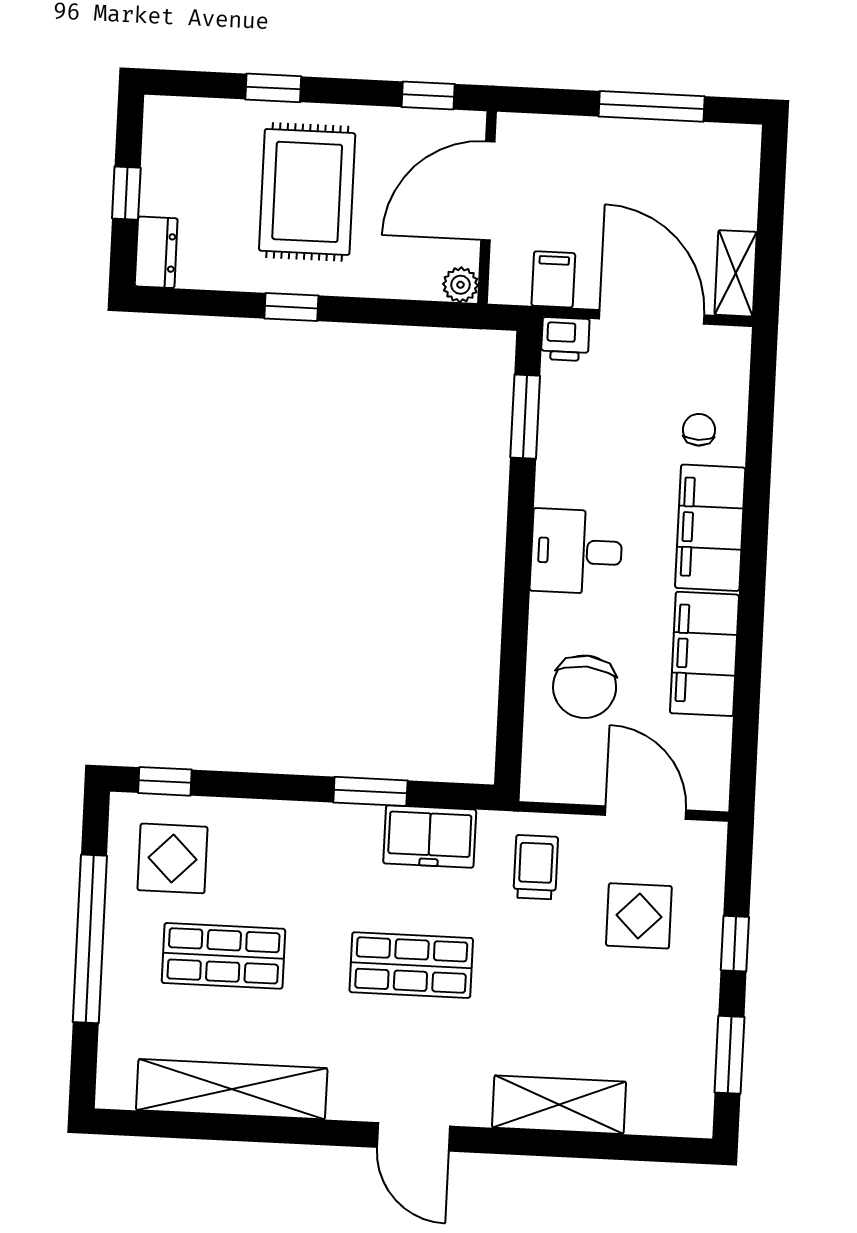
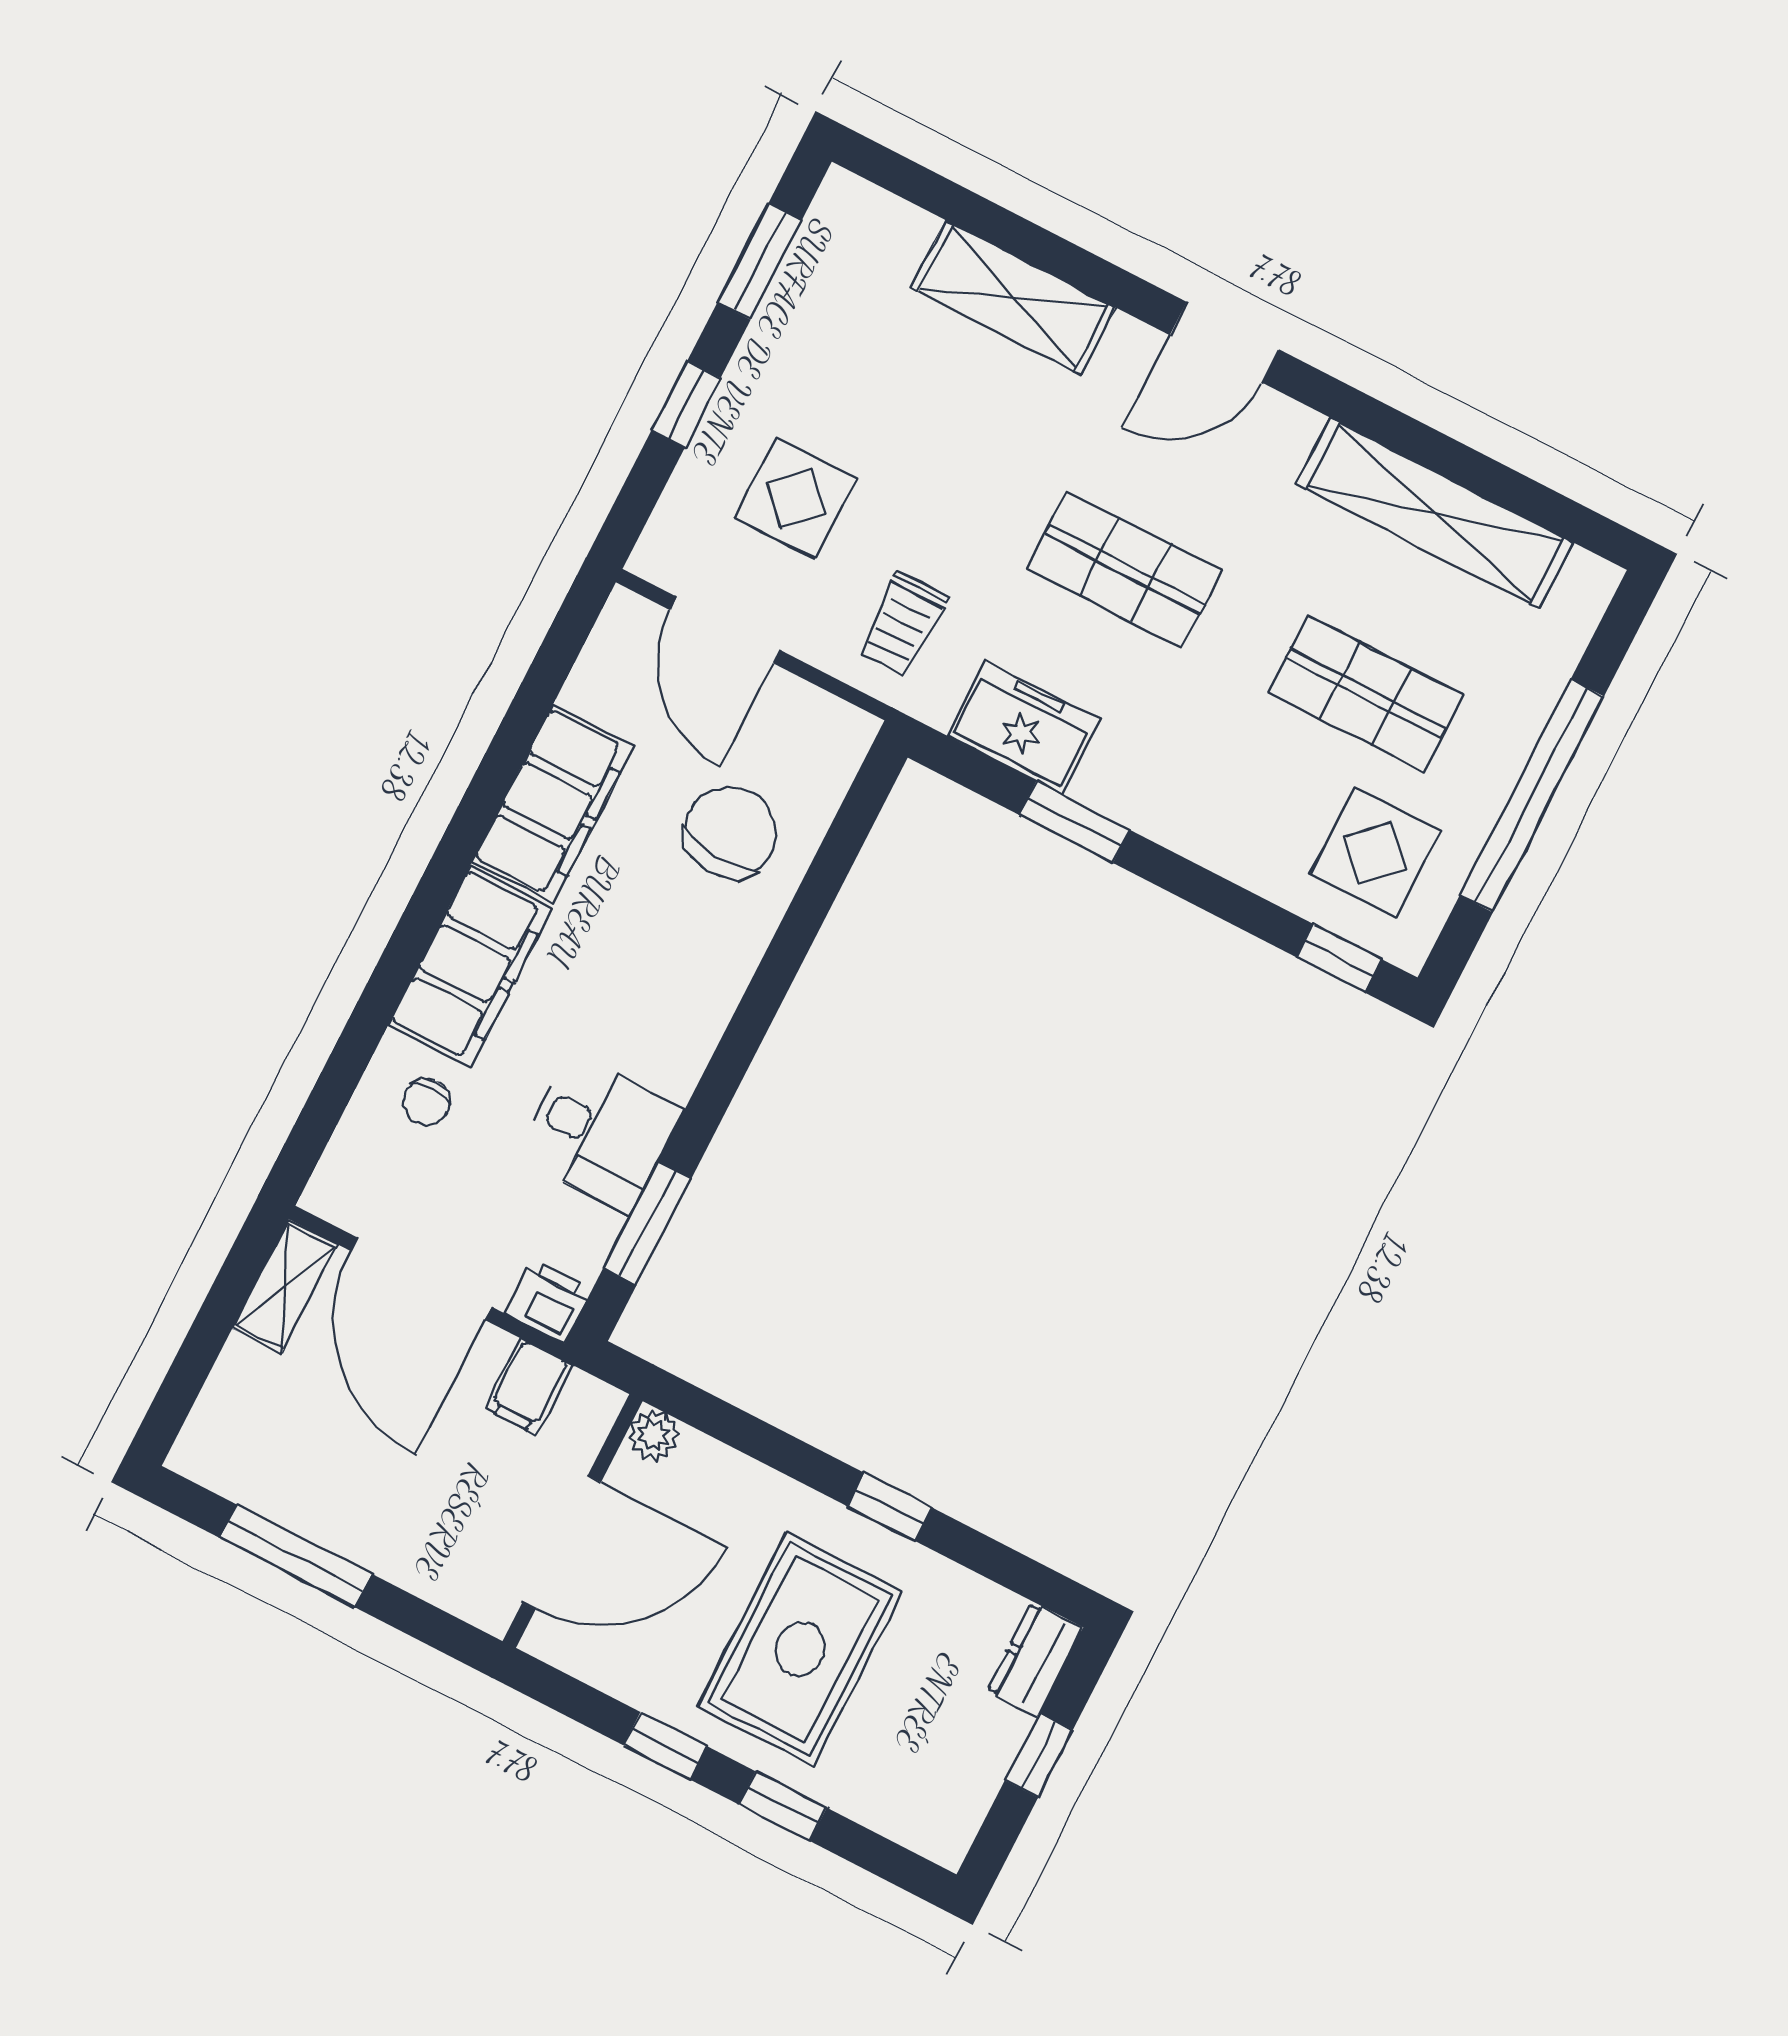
window: (428, 95) -> (665, 1746), moved
desk: (576, 551) -> (600, 1133), moved
door: (413, 1137) -> (1224, 342), swing flipped

